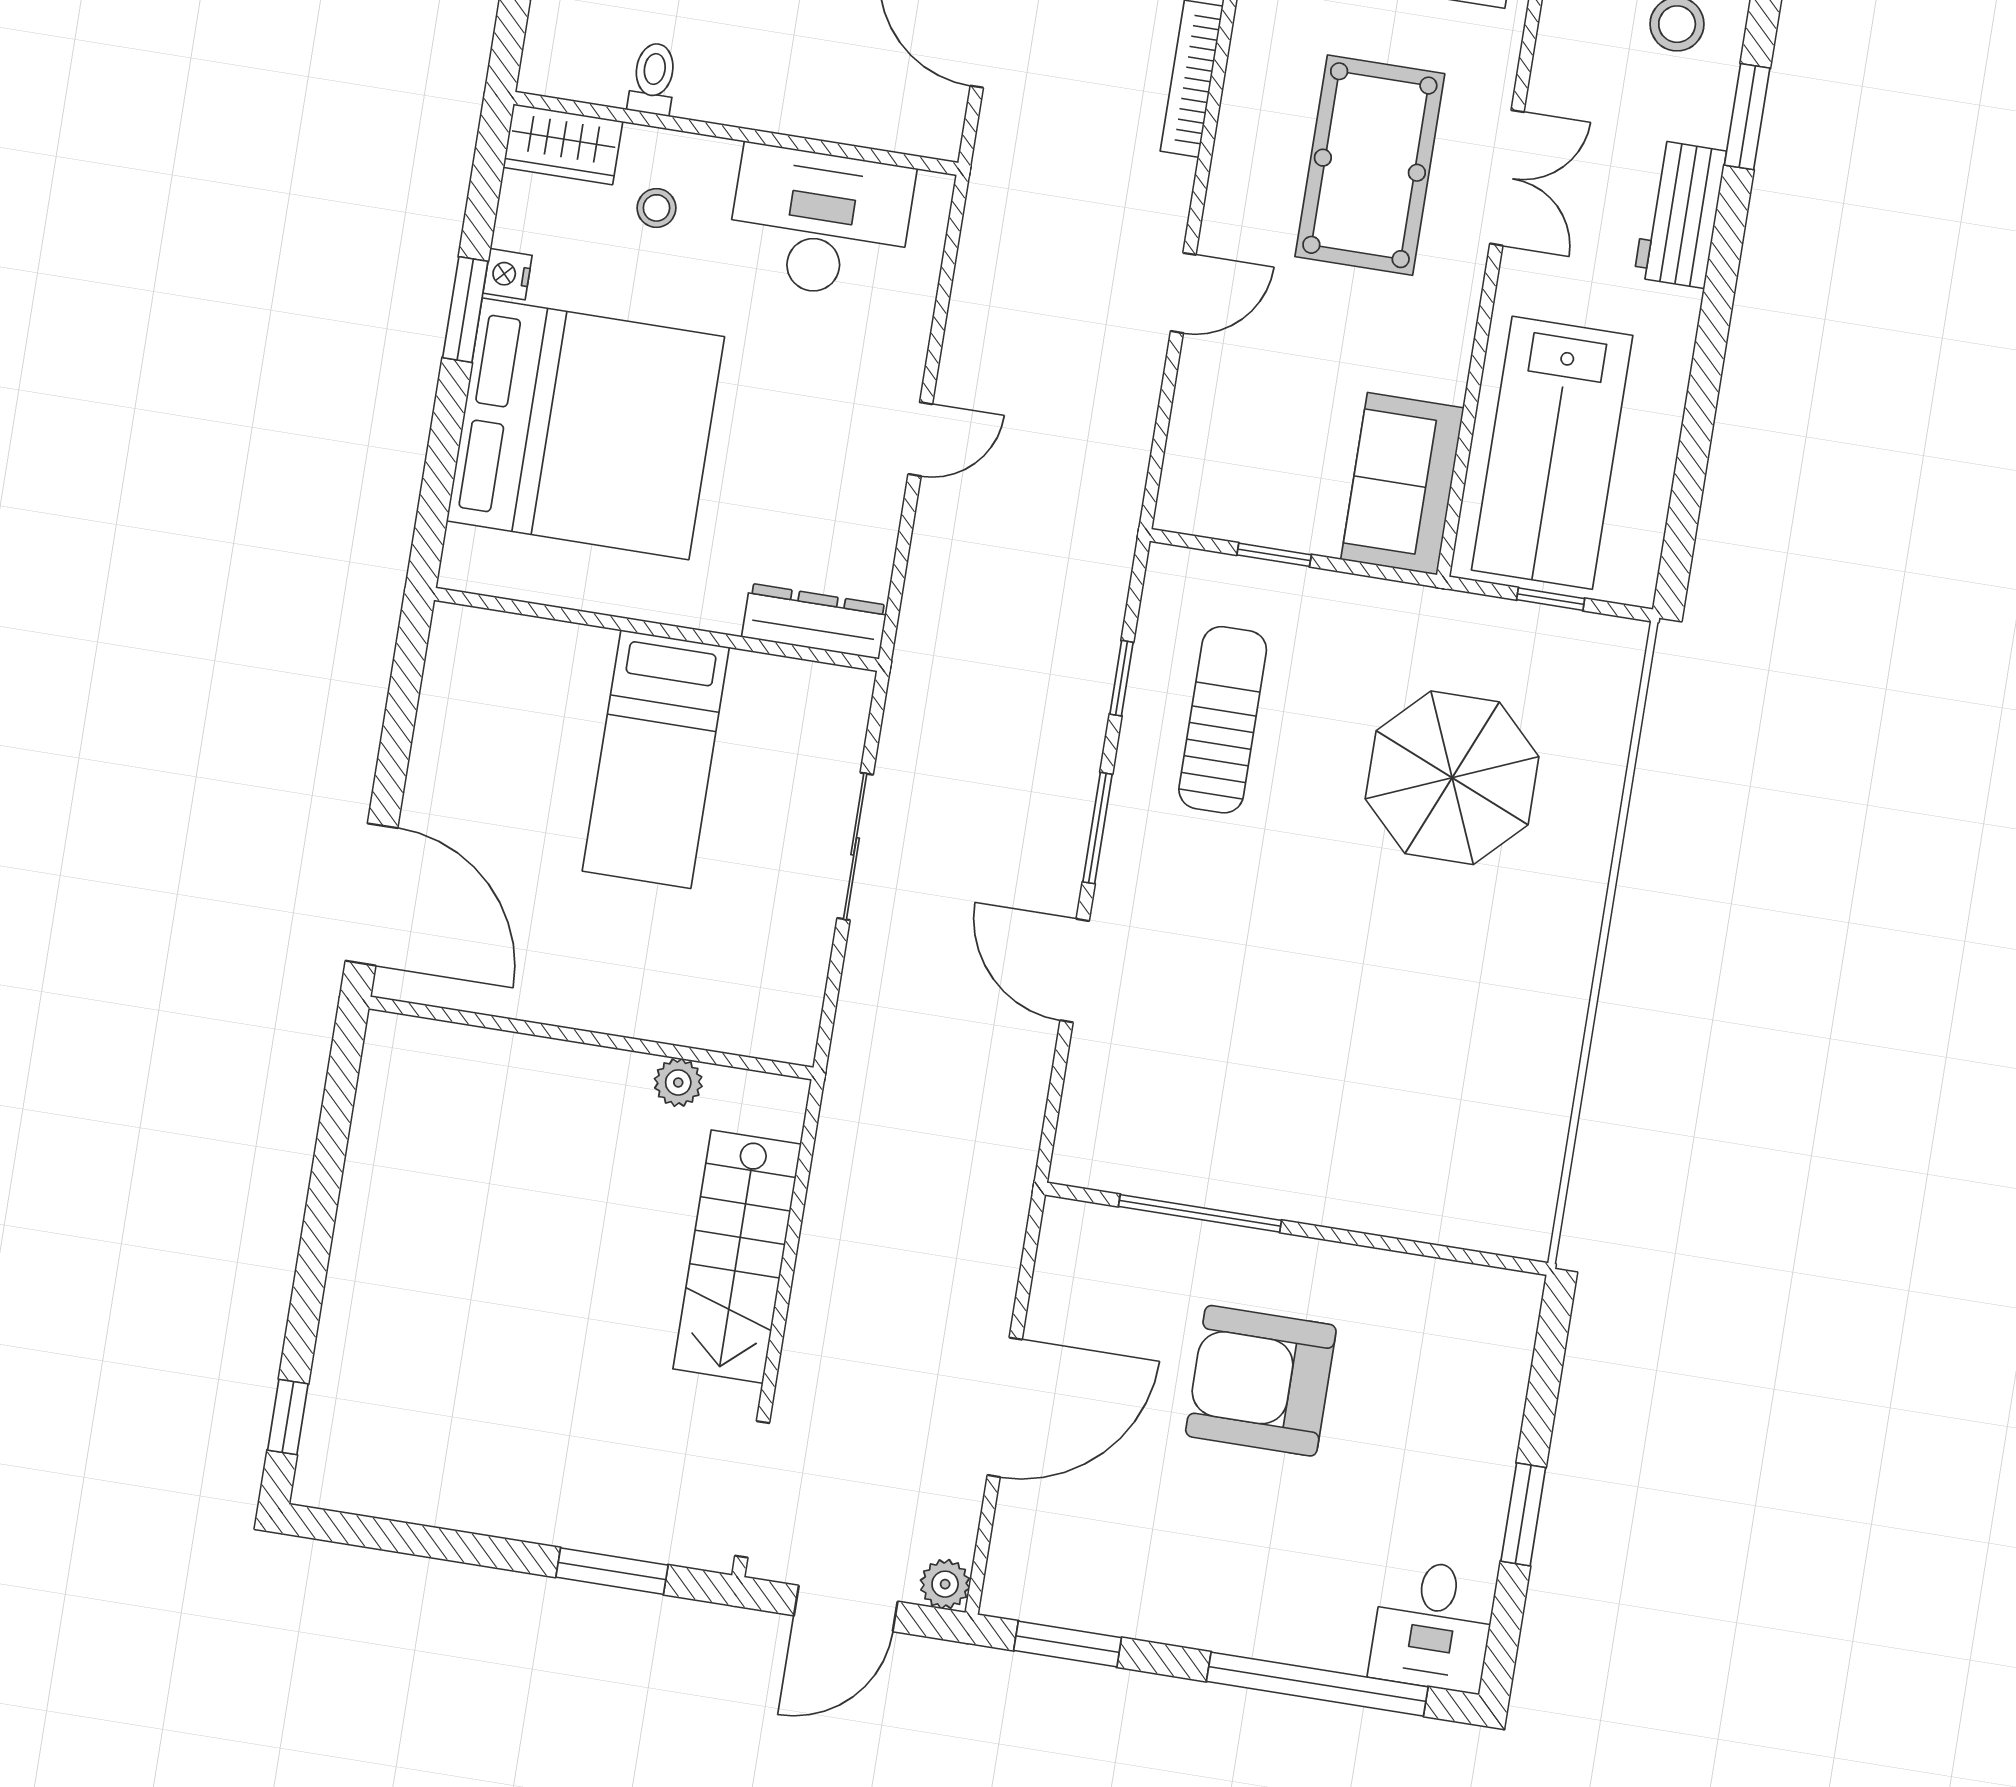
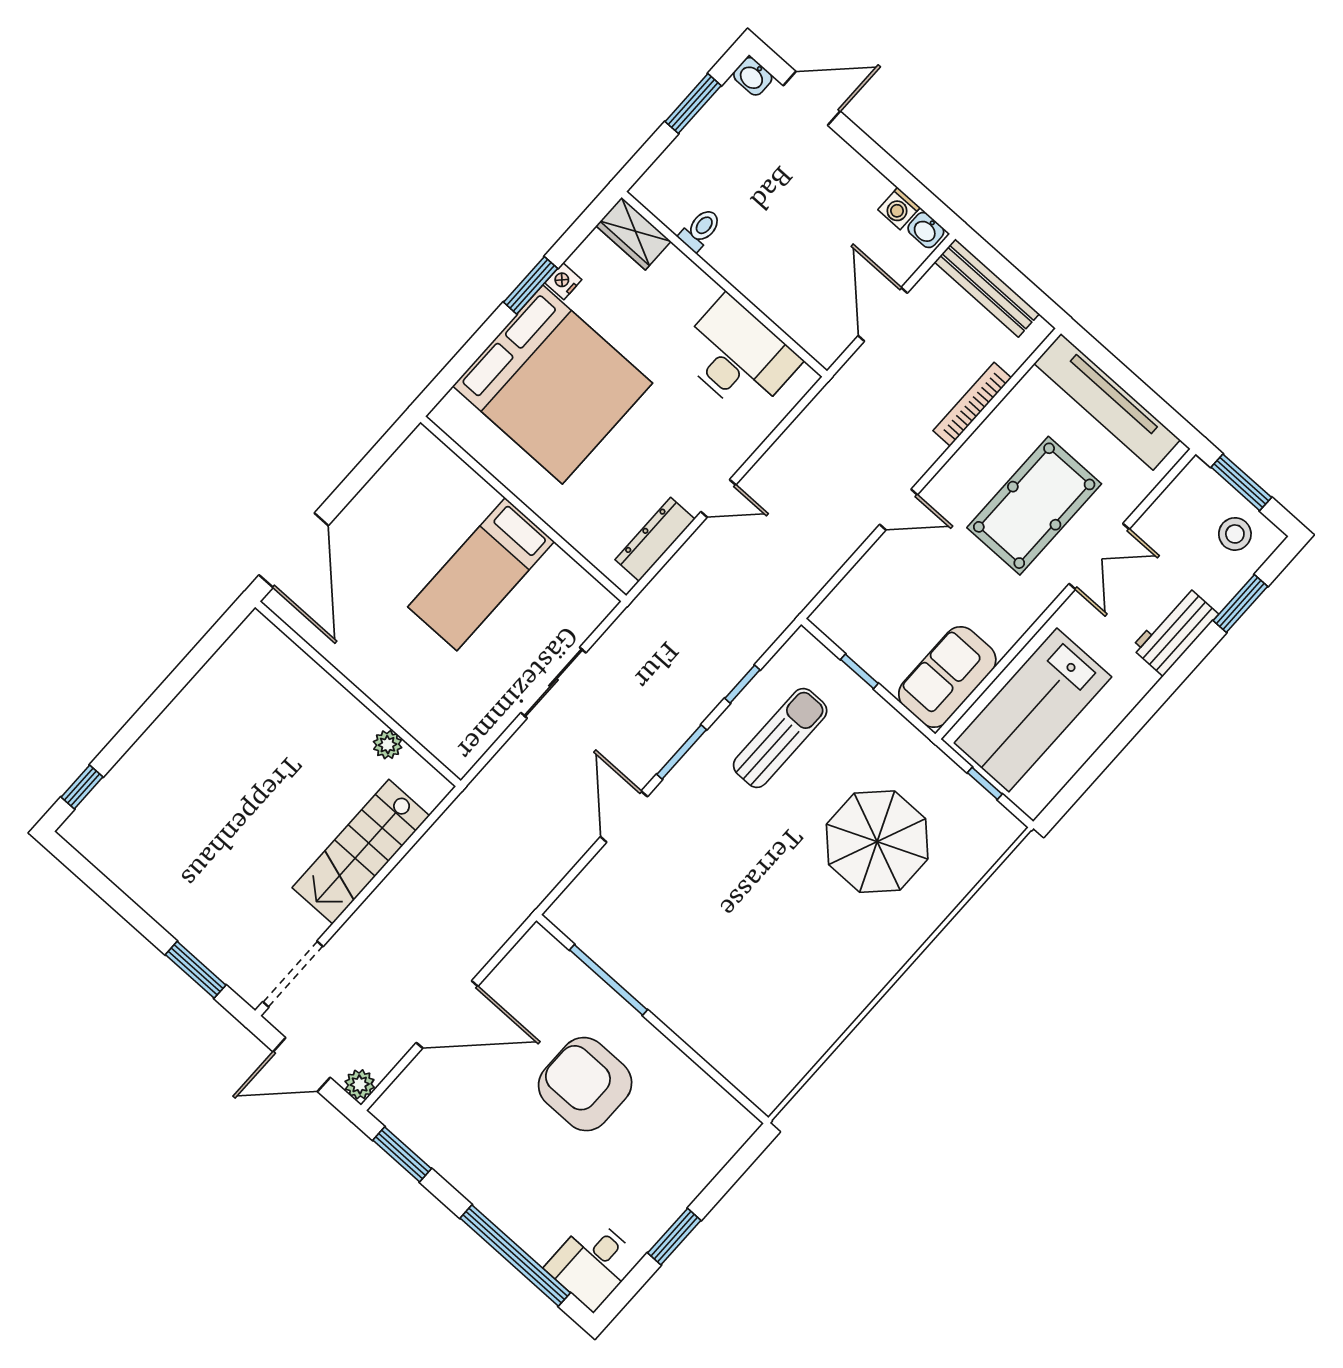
stool: (656, 208) -> (660, 296), removed
dresser: (815, 621) -> (655, 539), moved, turned -90

